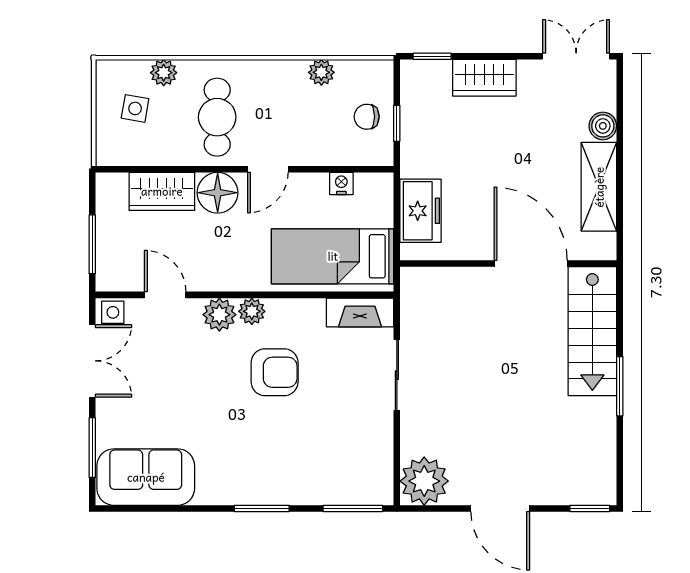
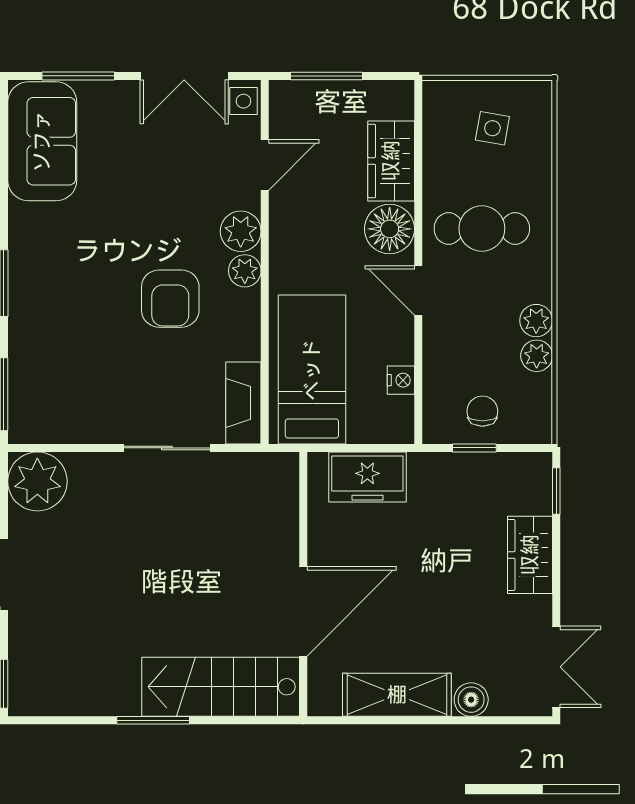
plant: (164, 73) -> (536, 321), moved

